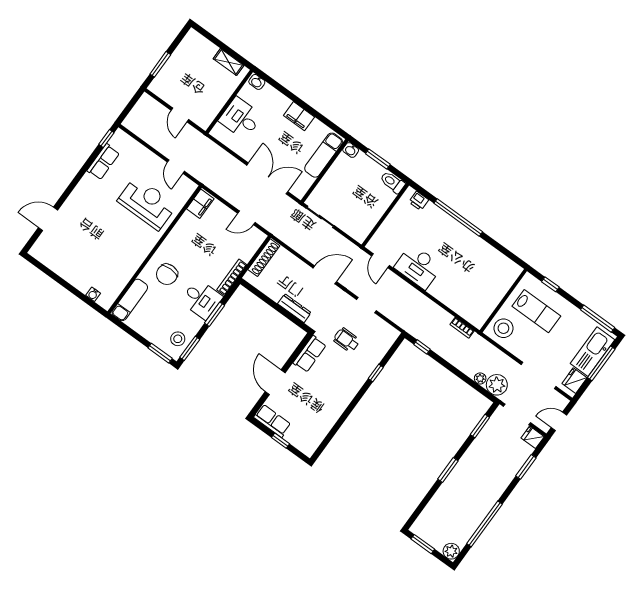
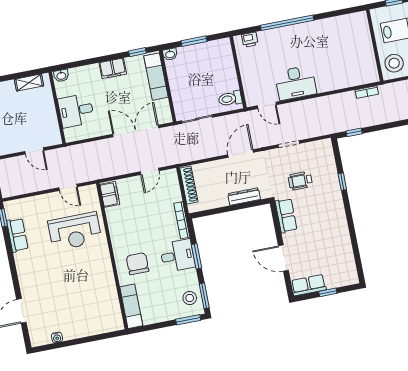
window: (329, 124) -> (137, 52), added
toilet: (392, 182) -> (230, 99), moved
reception desk: (147, 203) -> (75, 231), turned 180
chair: (167, 274) -> (138, 264), turned 180
water cooler: (93, 294) -> (57, 337), moved

